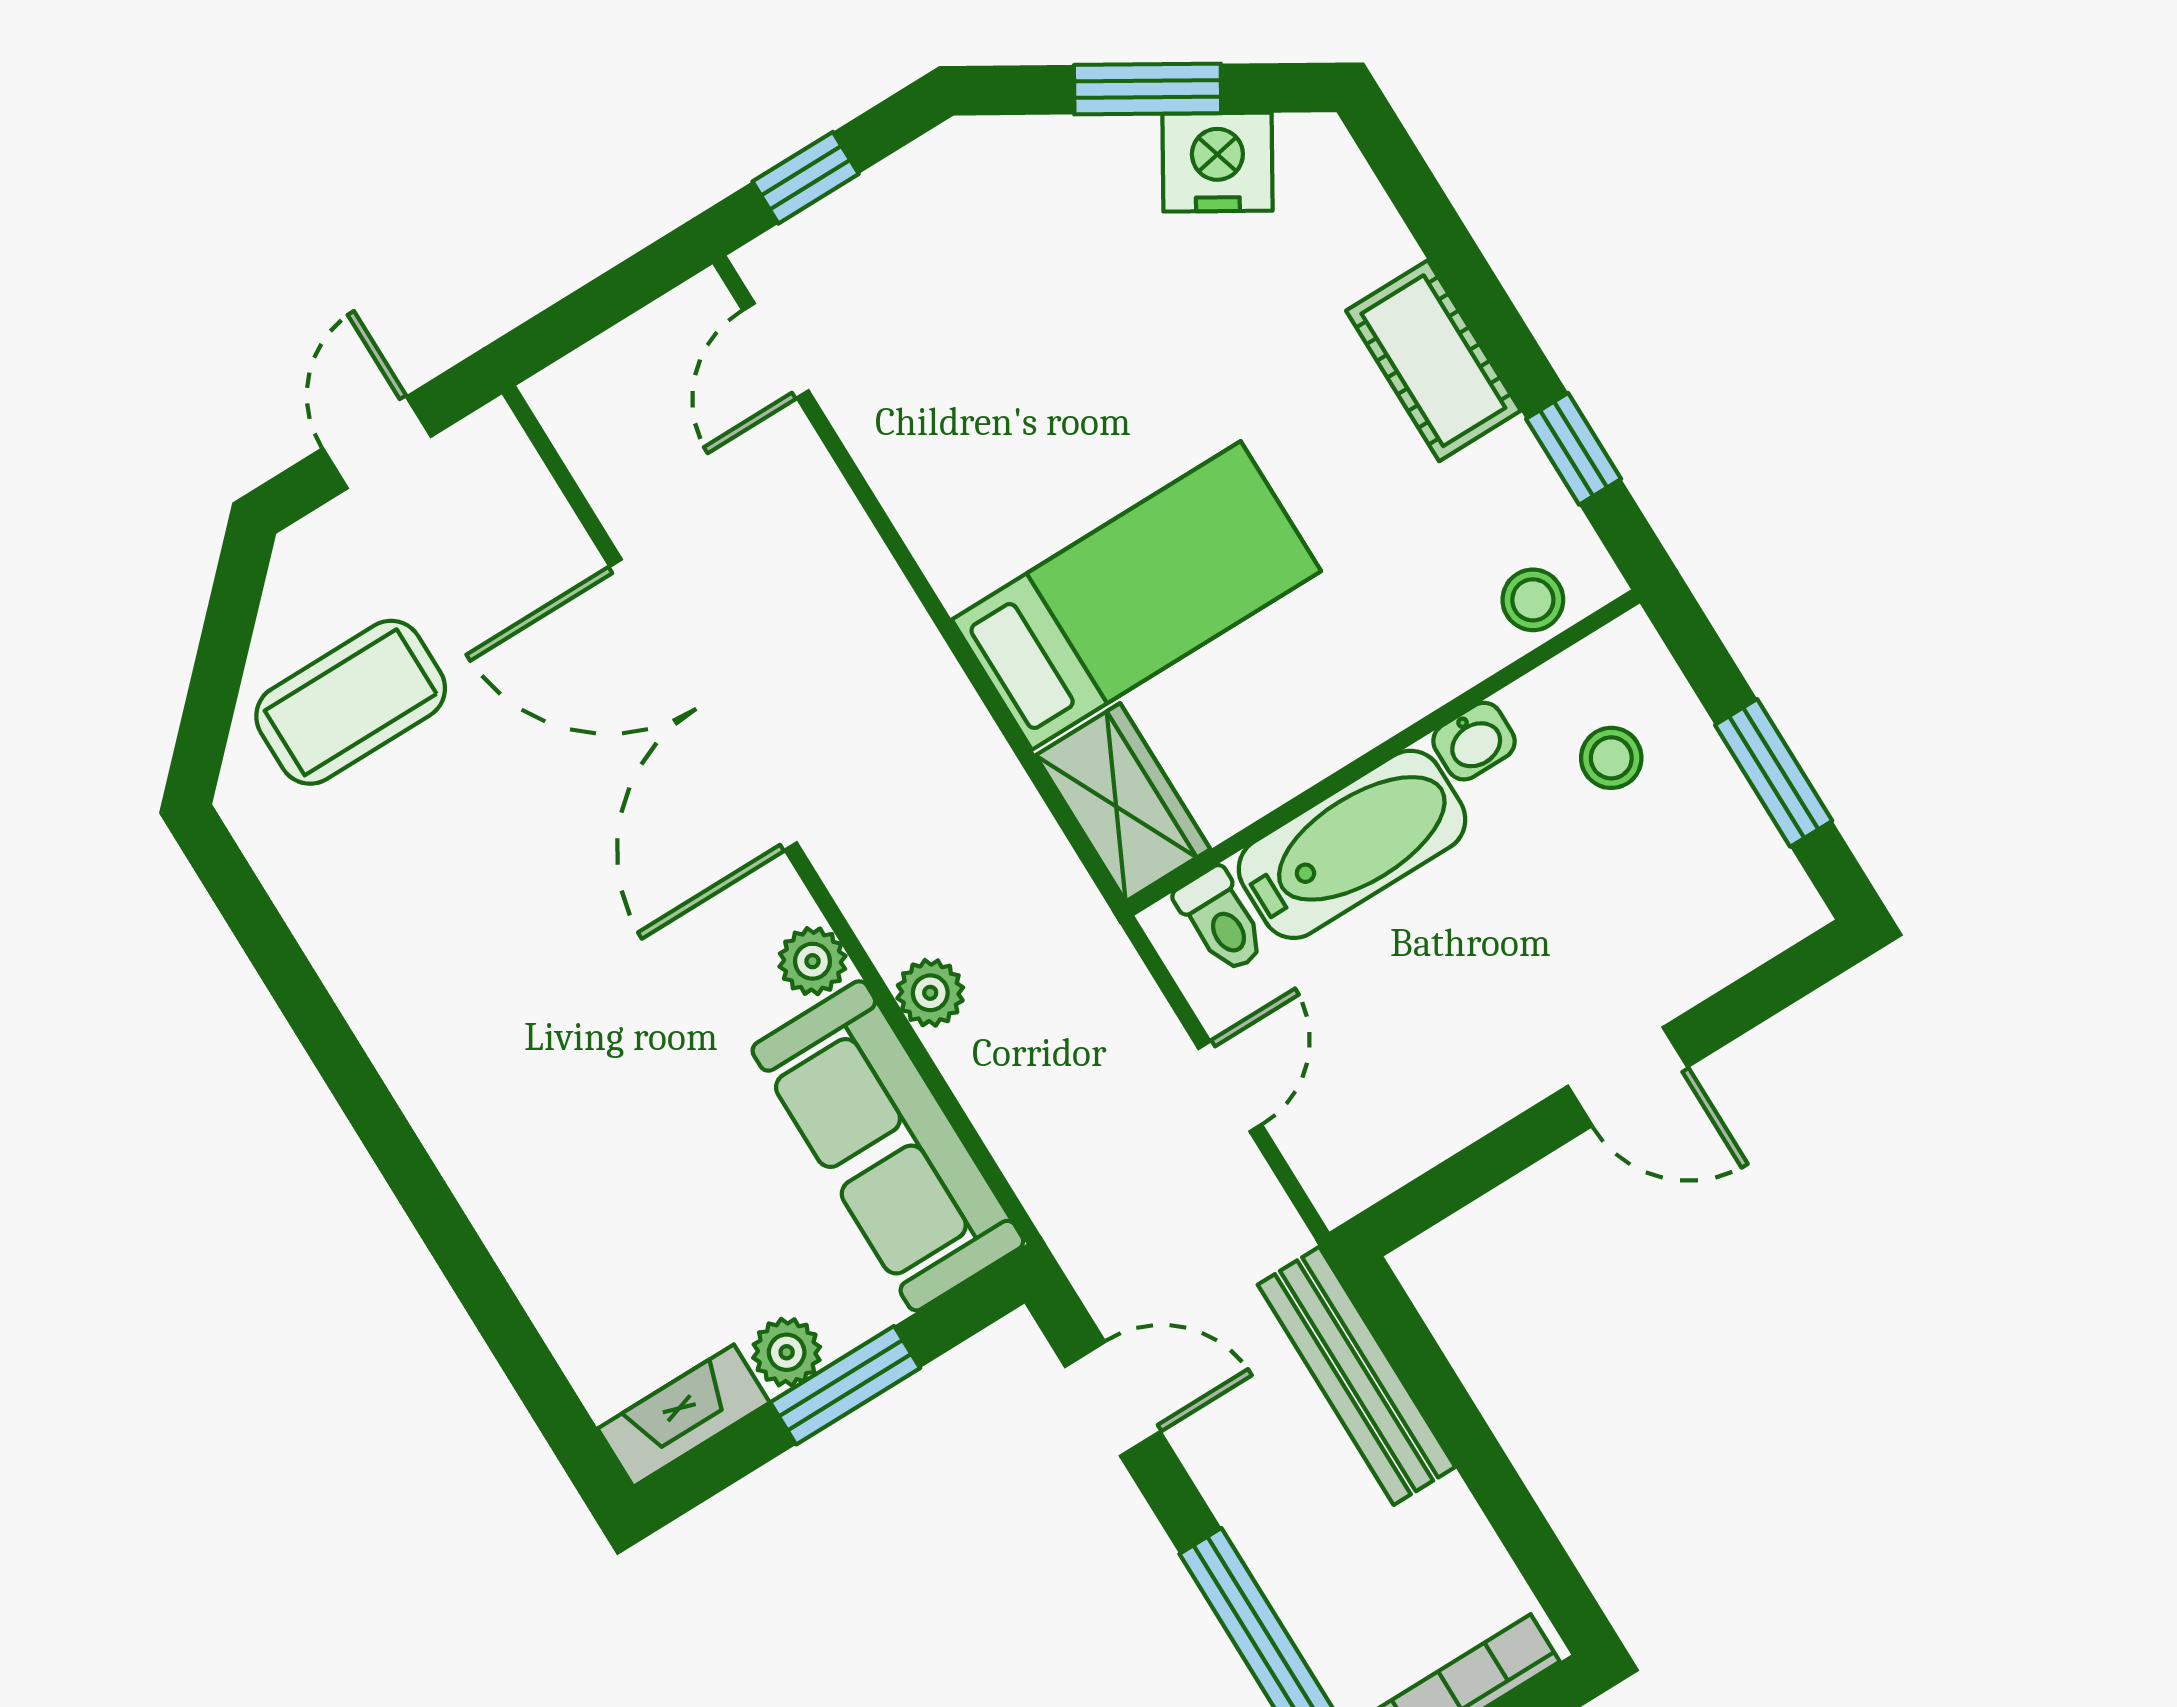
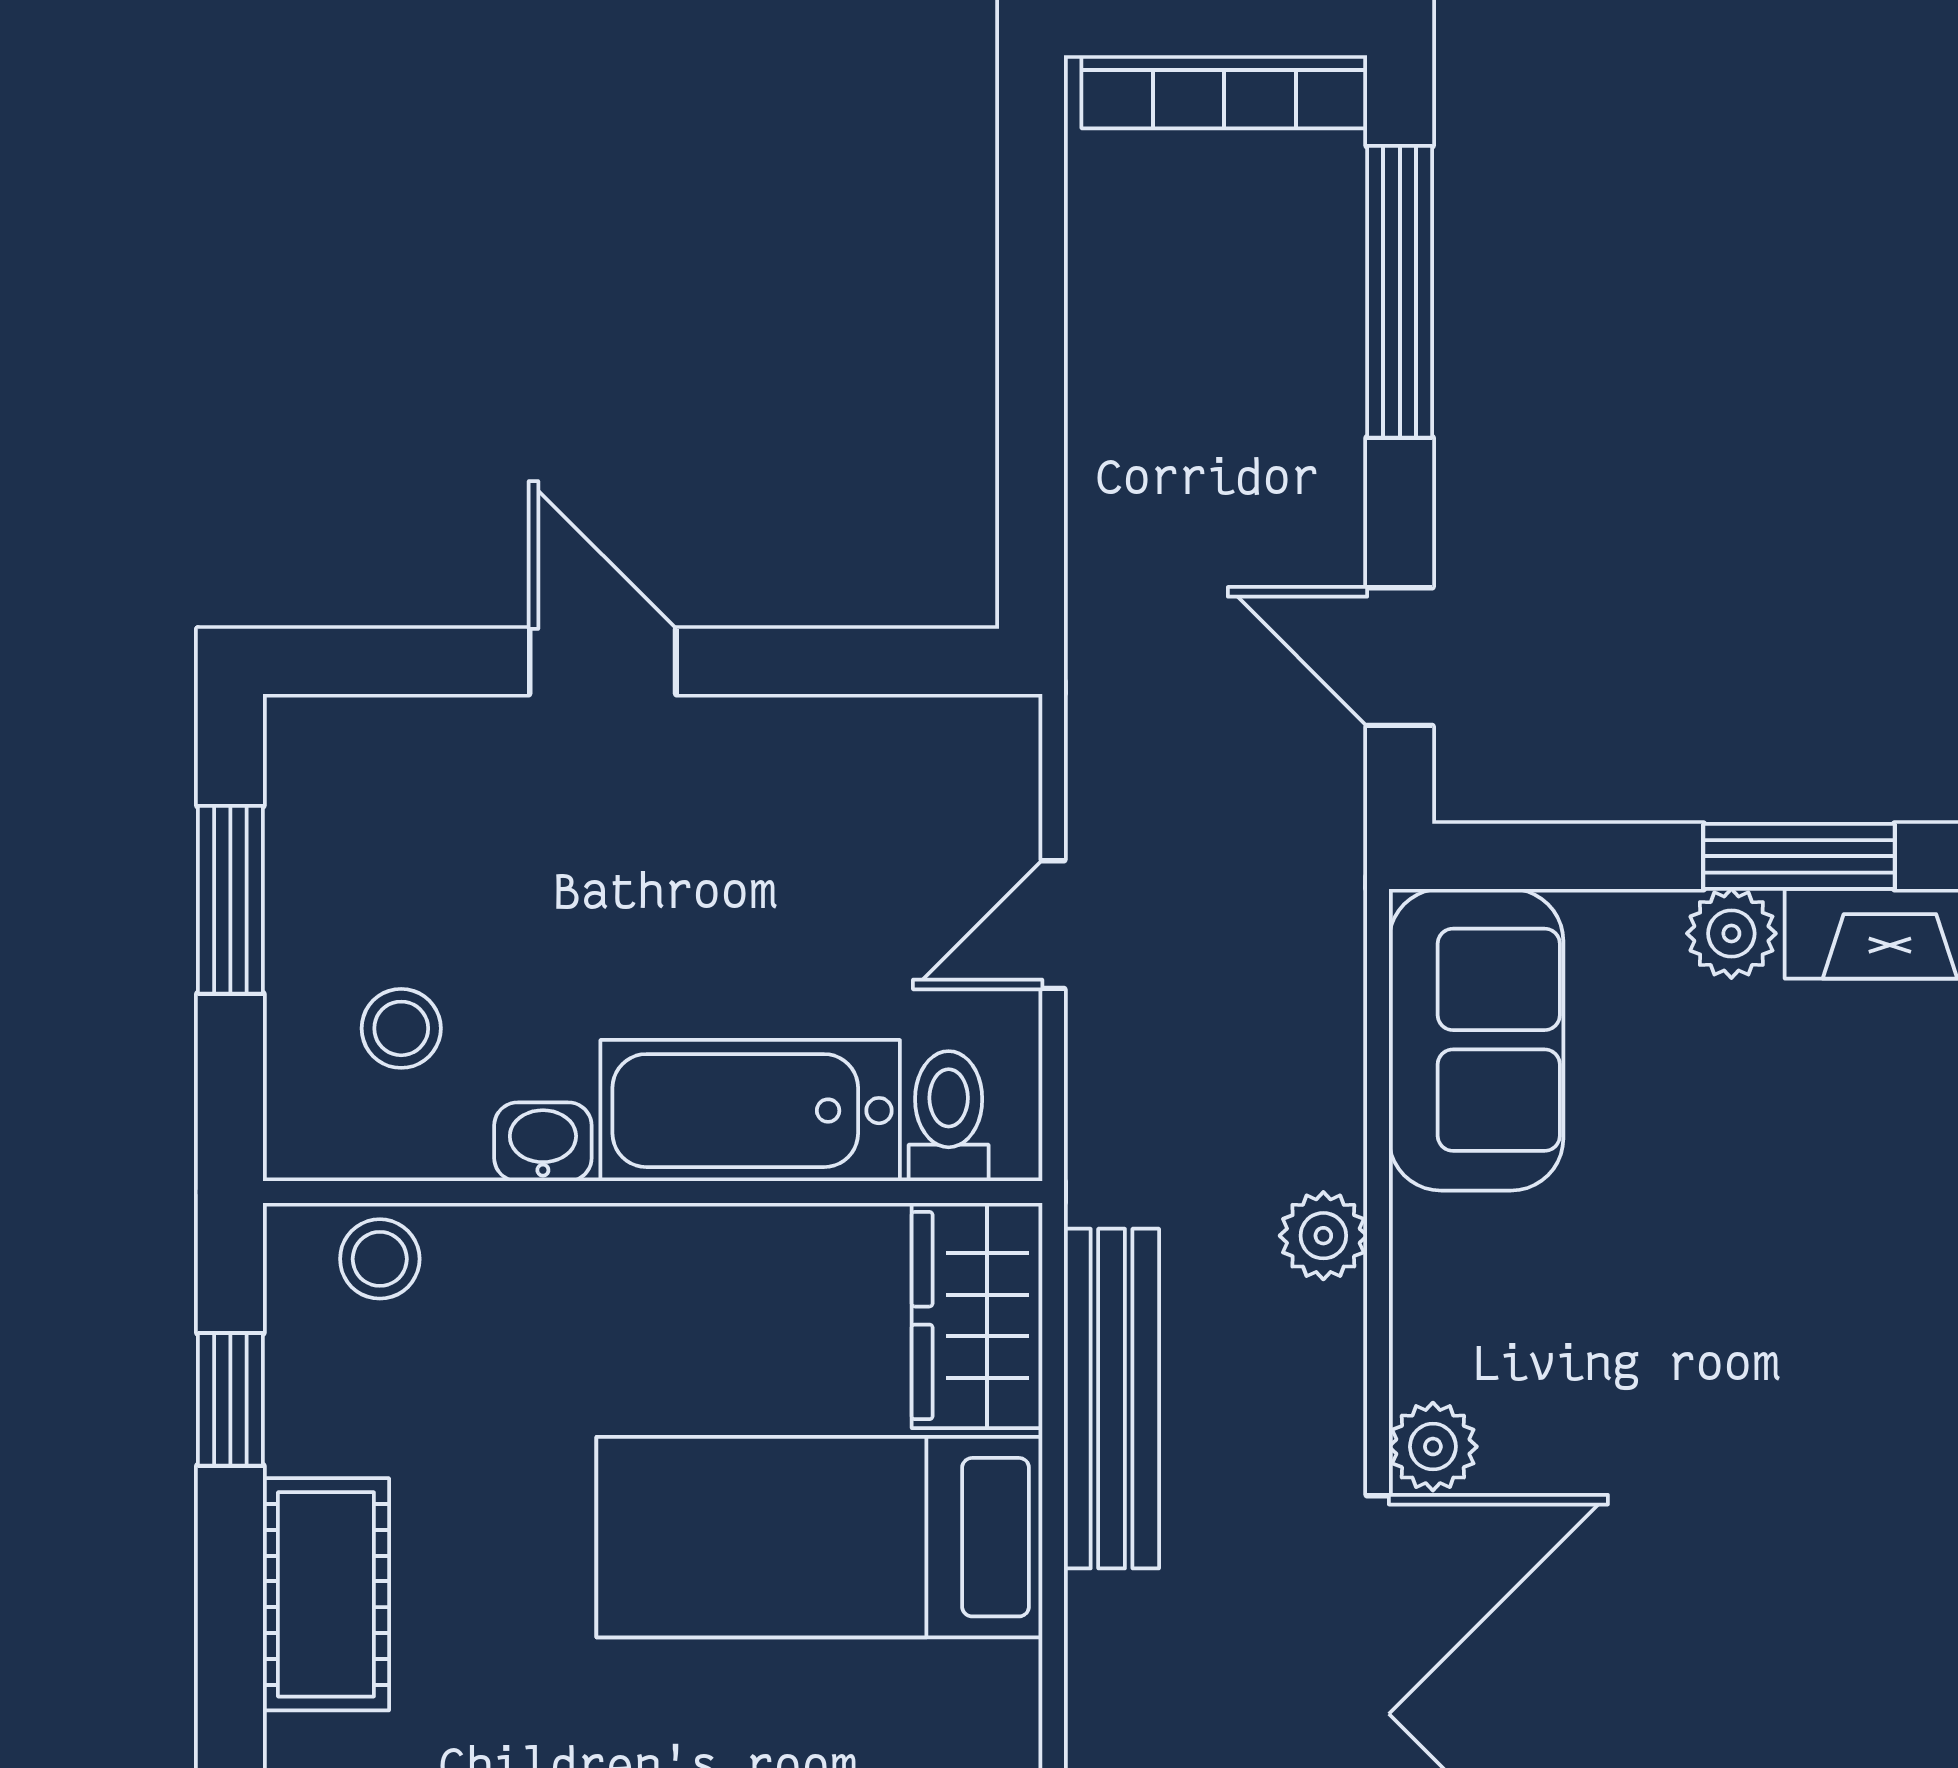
plant: (812, 961) -> (1433, 1447), moved
sofa: (888, 1146) -> (1476, 1040), width x0.73
bench: (1356, 1376) -> (1112, 1399), moved
window: (845, 1385) -> (1799, 856), moved

